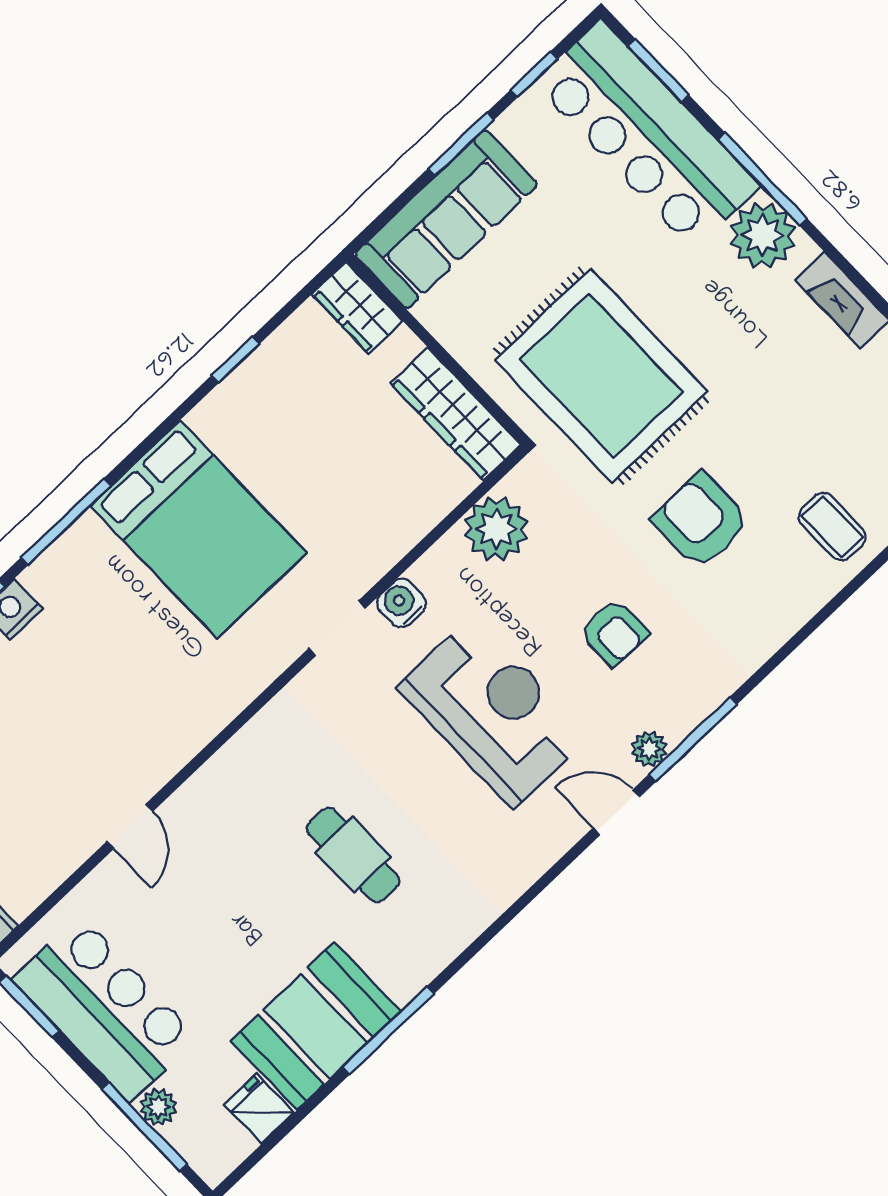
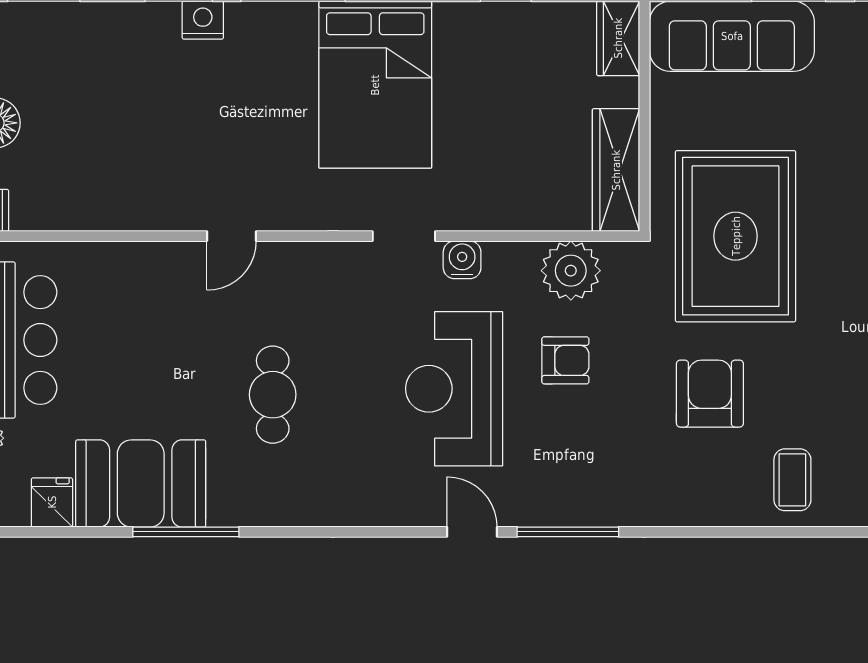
armchair: (614, 633) -> (565, 360), moved, turned -90
reception desk: (493, 712) -> (454, 389), turned 180
plant: (649, 749) -> (533, 511), removed
door: (130, 826) -> (232, 236), moved

